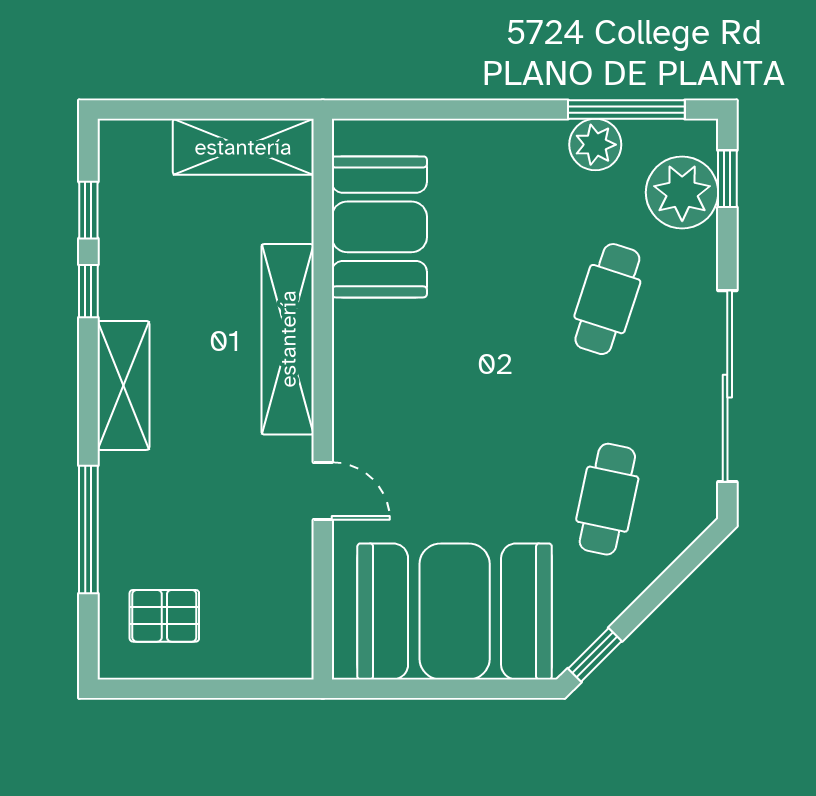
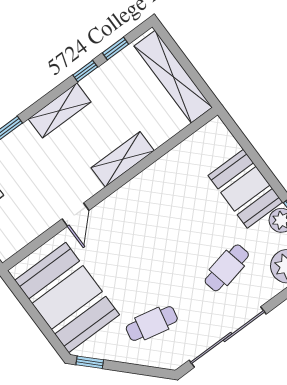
shelving: (243, 147) -> (173, 77), width x1.47
booth: (379, 227) -> (245, 189), moved, turned 90
cafe table: (607, 299) -> (227, 268), turned -30
shelving: (288, 339) -> (123, 159), width x0.68

